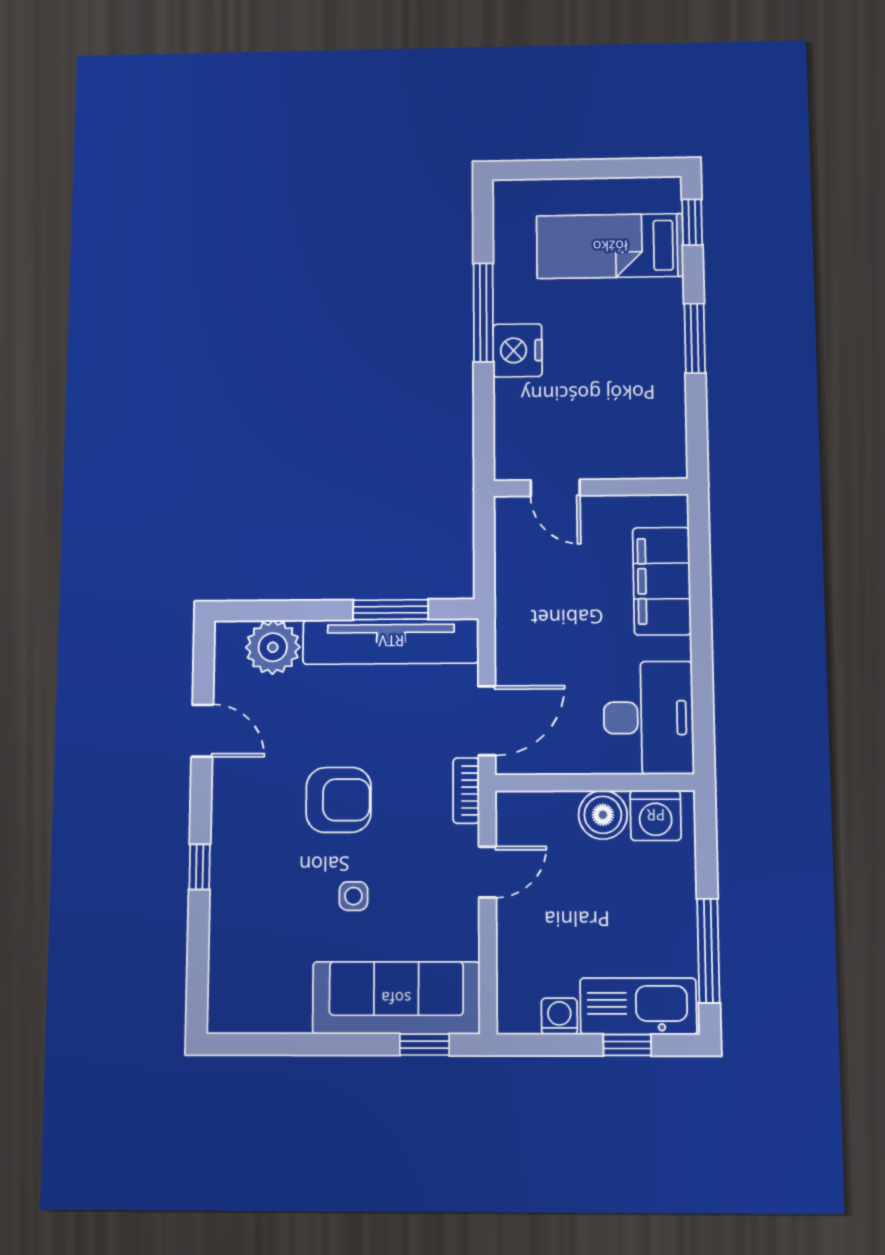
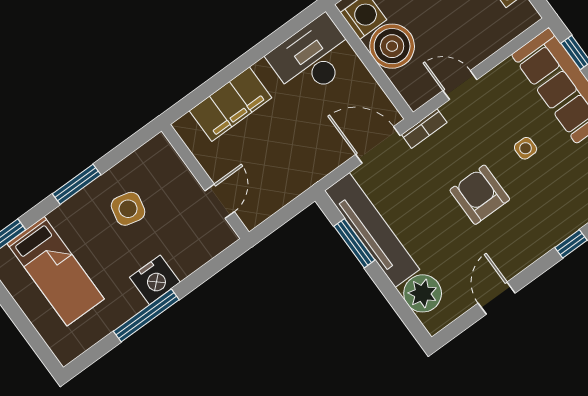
side table: (623, 377) -> (128, 209), added
boiler: (603, 815) -> (392, 46), width x1.37, depth x1.37

